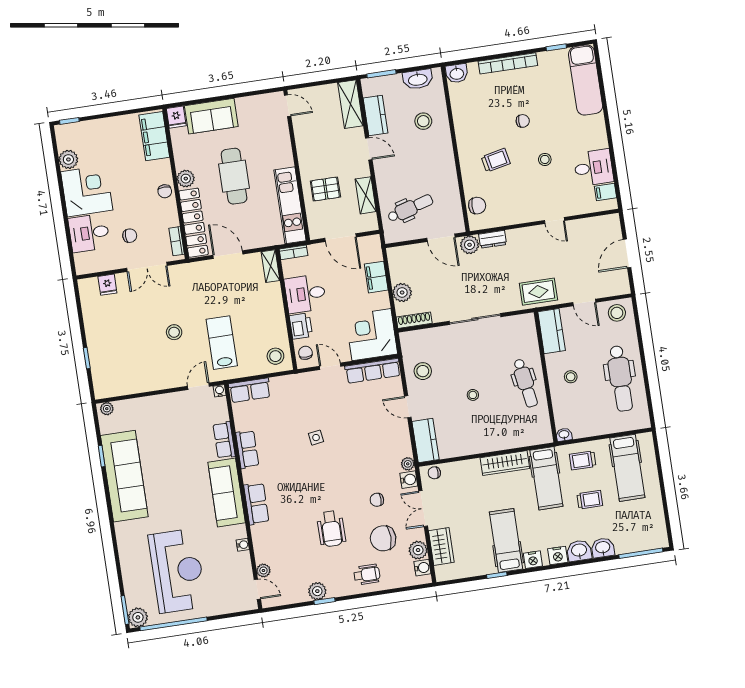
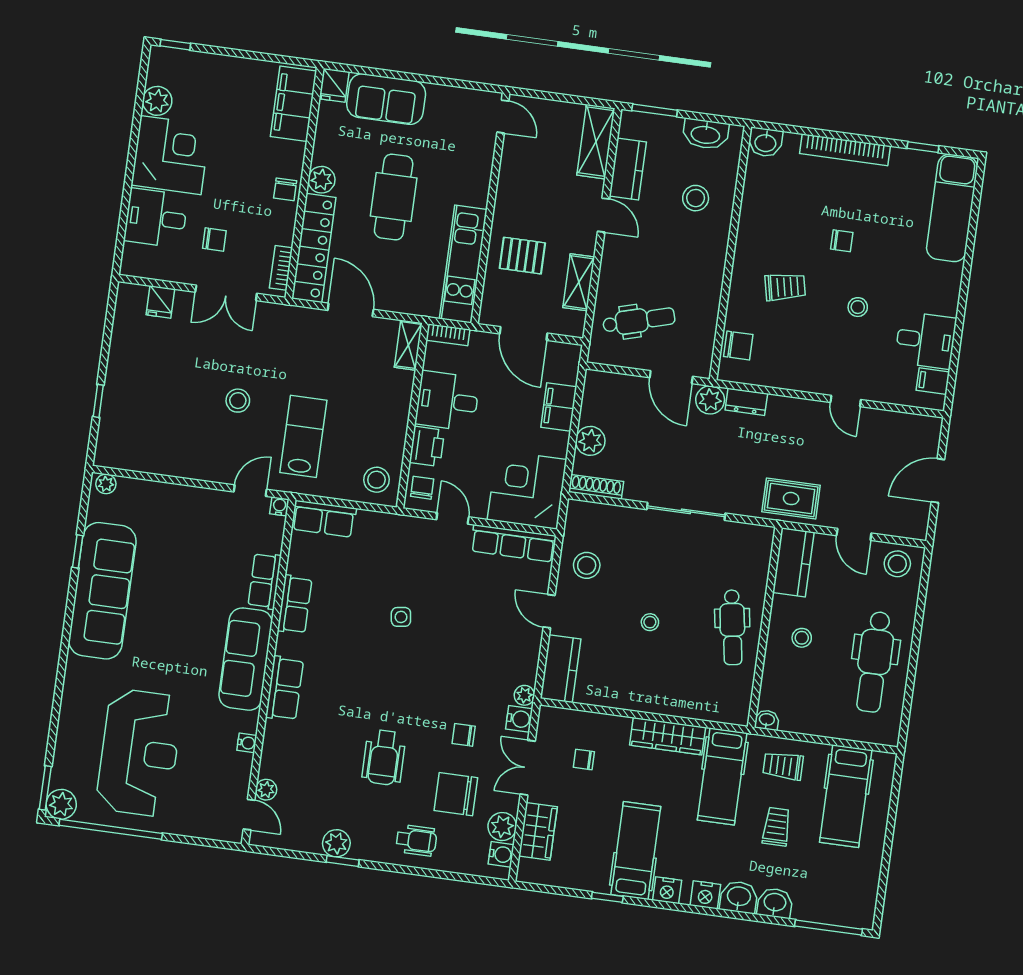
chair: (434, 473) -> (584, 760), moved
trolley: (590, 500) -> (776, 827), turned -90

